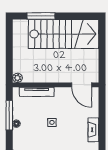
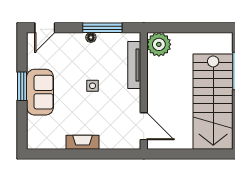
plant: (17, 78) -> (159, 44), width x1.88, depth x1.88
door: (82, 85) -> (144, 126), swing flipped

